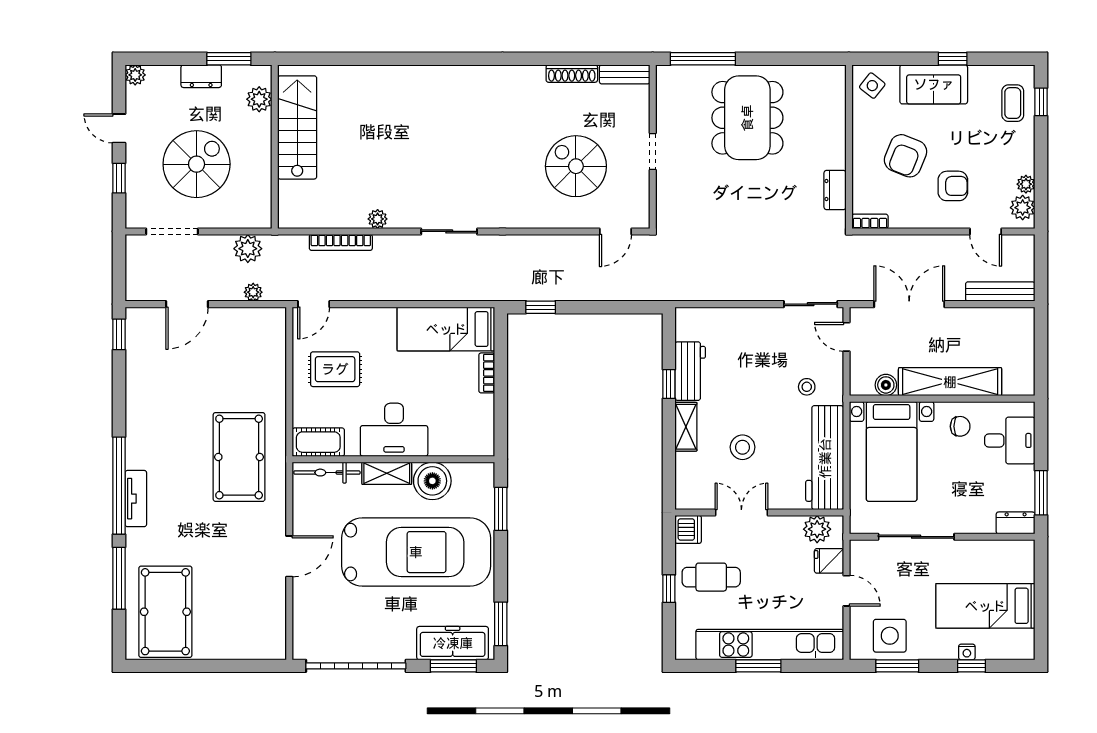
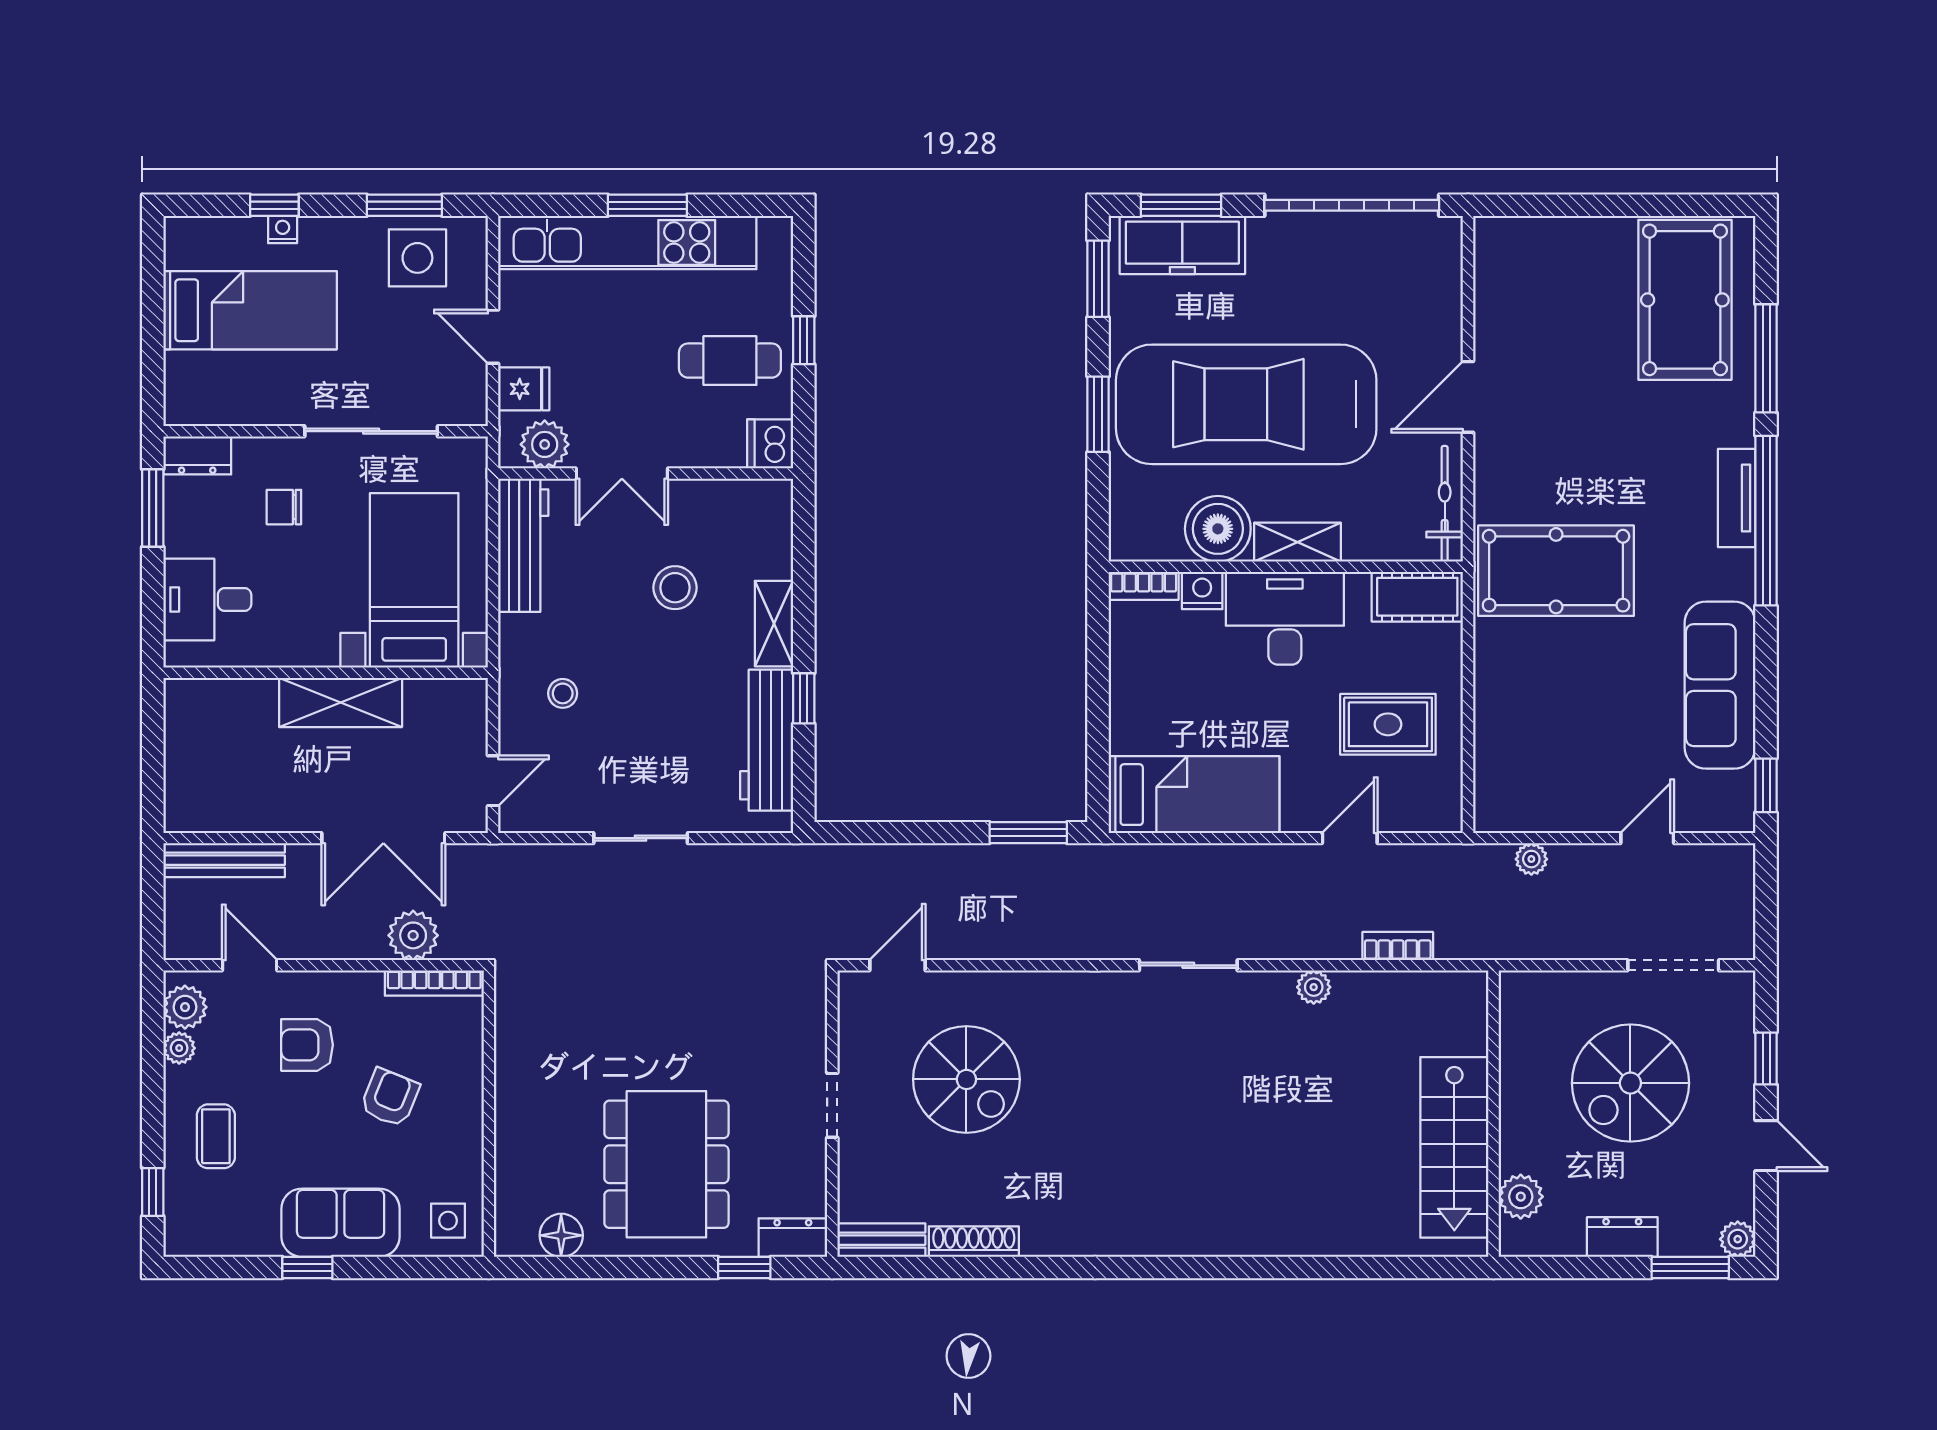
window: (229, 59) -> (1690, 1268), moved
window: (703, 59) -> (744, 1268), width x0.46
floor lamp: (808, 77) -> (561, 1235), added
side table: (872, 86) -> (448, 1221), turned -38
coffee table: (1013, 103) -> (216, 1136), moved
armchair: (905, 156) -> (390, 1098), width x0.72, depth x0.72
dresser: (835, 190) -> (793, 1238), moved, turned -90
bookcase: (870, 221) -> (434, 983), width x1.56
bookcase: (341, 242) -> (1398, 946), width x0.64
plant: (248, 249) -> (413, 935), moved
door: (187, 304) -> (1647, 838), width x0.73
door: (314, 304) -> (1350, 838), moved
sliding door: (811, 304) -> (641, 838), moved
window: (541, 307) -> (1028, 833), width x1.50
door: (847, 337) -> (493, 781), hinge flipped
workbench: (690, 371) -> (767, 740), width x1.38
bookcase: (487, 373) -> (1144, 586), moved, turned 90
shelving: (950, 382) -> (341, 702), width x0.68
boiler: (886, 385) -> (424, 697), removed
sofa: (145, 392) -> (1720, 685), added
chair: (960, 426) -> (284, 507), moved
nightstand: (441, 446) -> (1202, 591), added
pool table: (239, 457) -> (1556, 571), turned 90
workbench: (825, 458) -> (523, 545), width x0.73, depth x0.76
bicycle: (327, 473) -> (1445, 504), moved, turned -90
window: (501, 509) -> (1098, 414), moved
double door: (741, 512) -> (622, 474), moved

